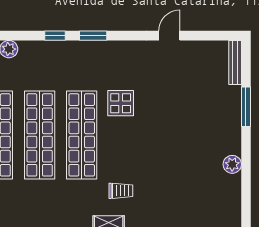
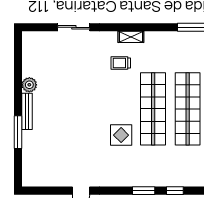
bench: (235, 62) -> (27, 111), moved

